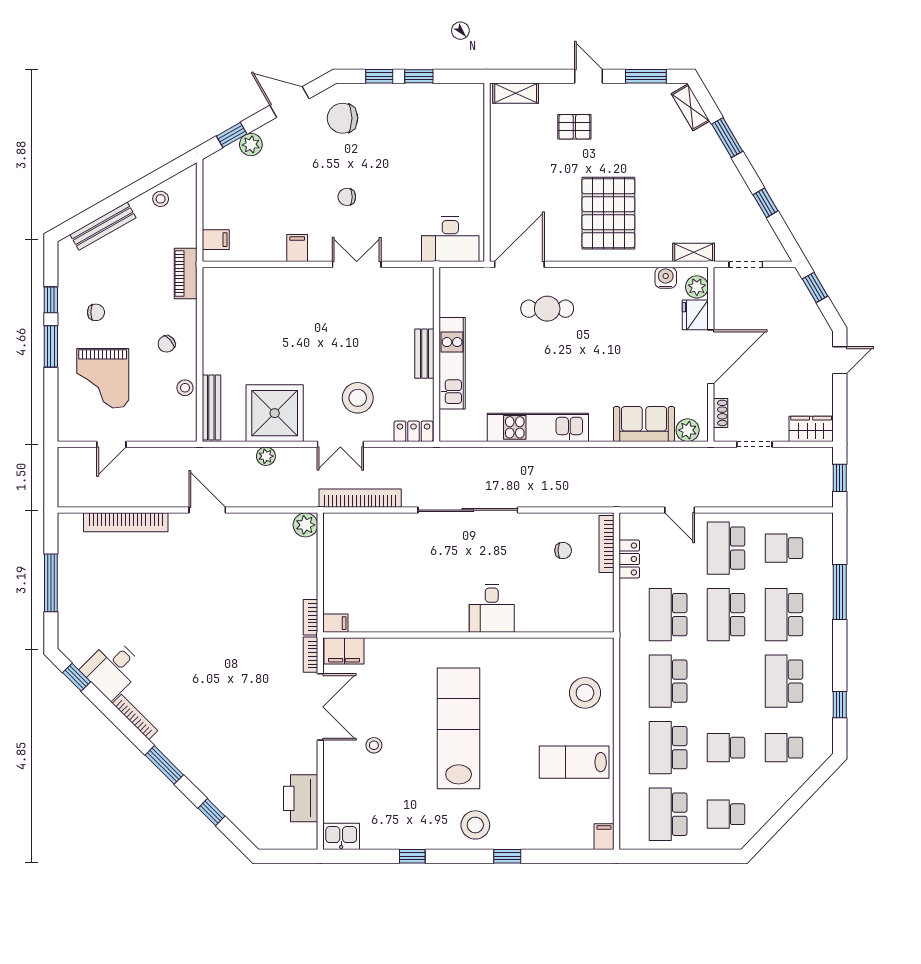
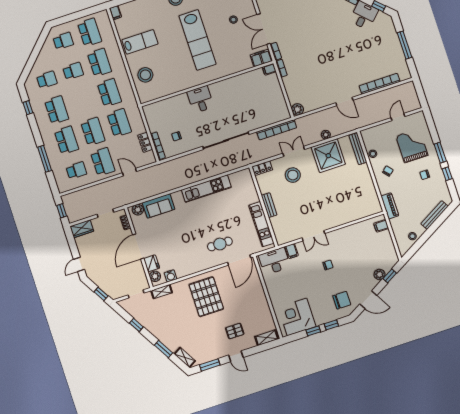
corner desk: (442, 114) -> (297, 317), added
filing cabinet: (297, 248) -> (292, 251), moved
kitchen unit: (452, 363) -> (261, 224), moved

